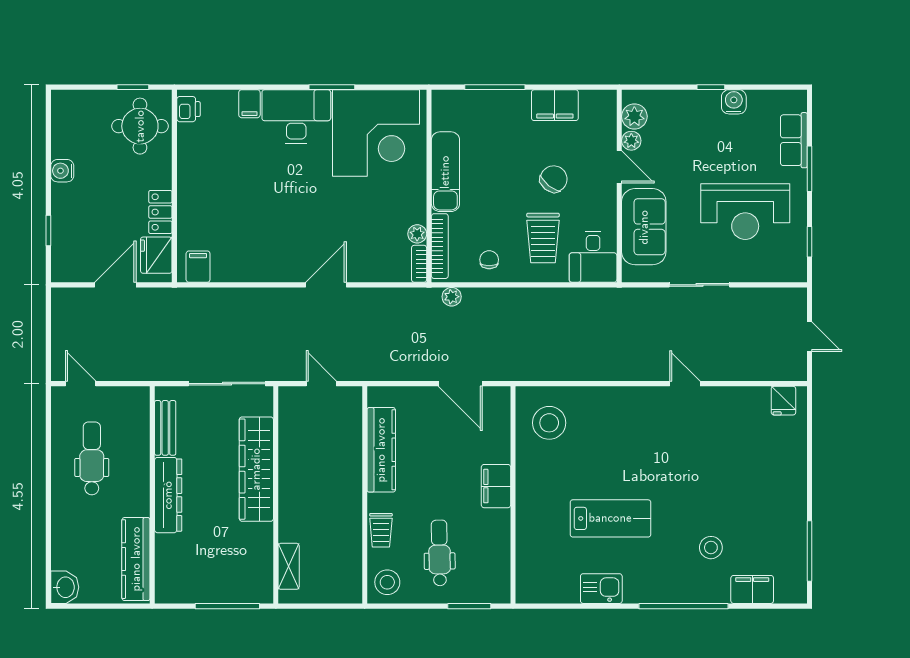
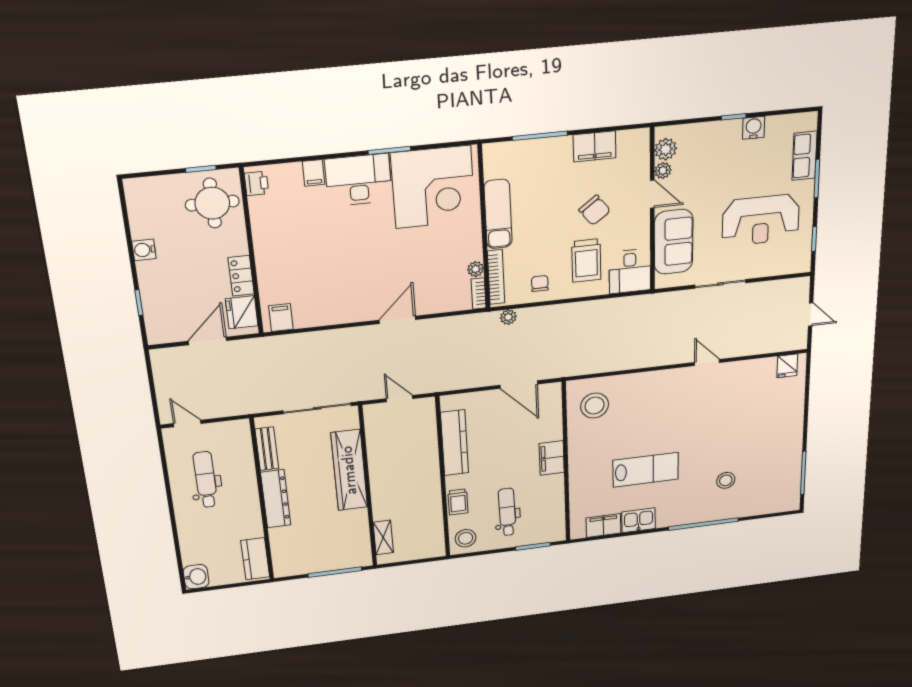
chair: (554, 179) -> (595, 210), turned 104
kitchen counter: (136, 559) -> (255, 559), width x0.67
filing cabinet: (752, 589) -> (603, 525), moved

